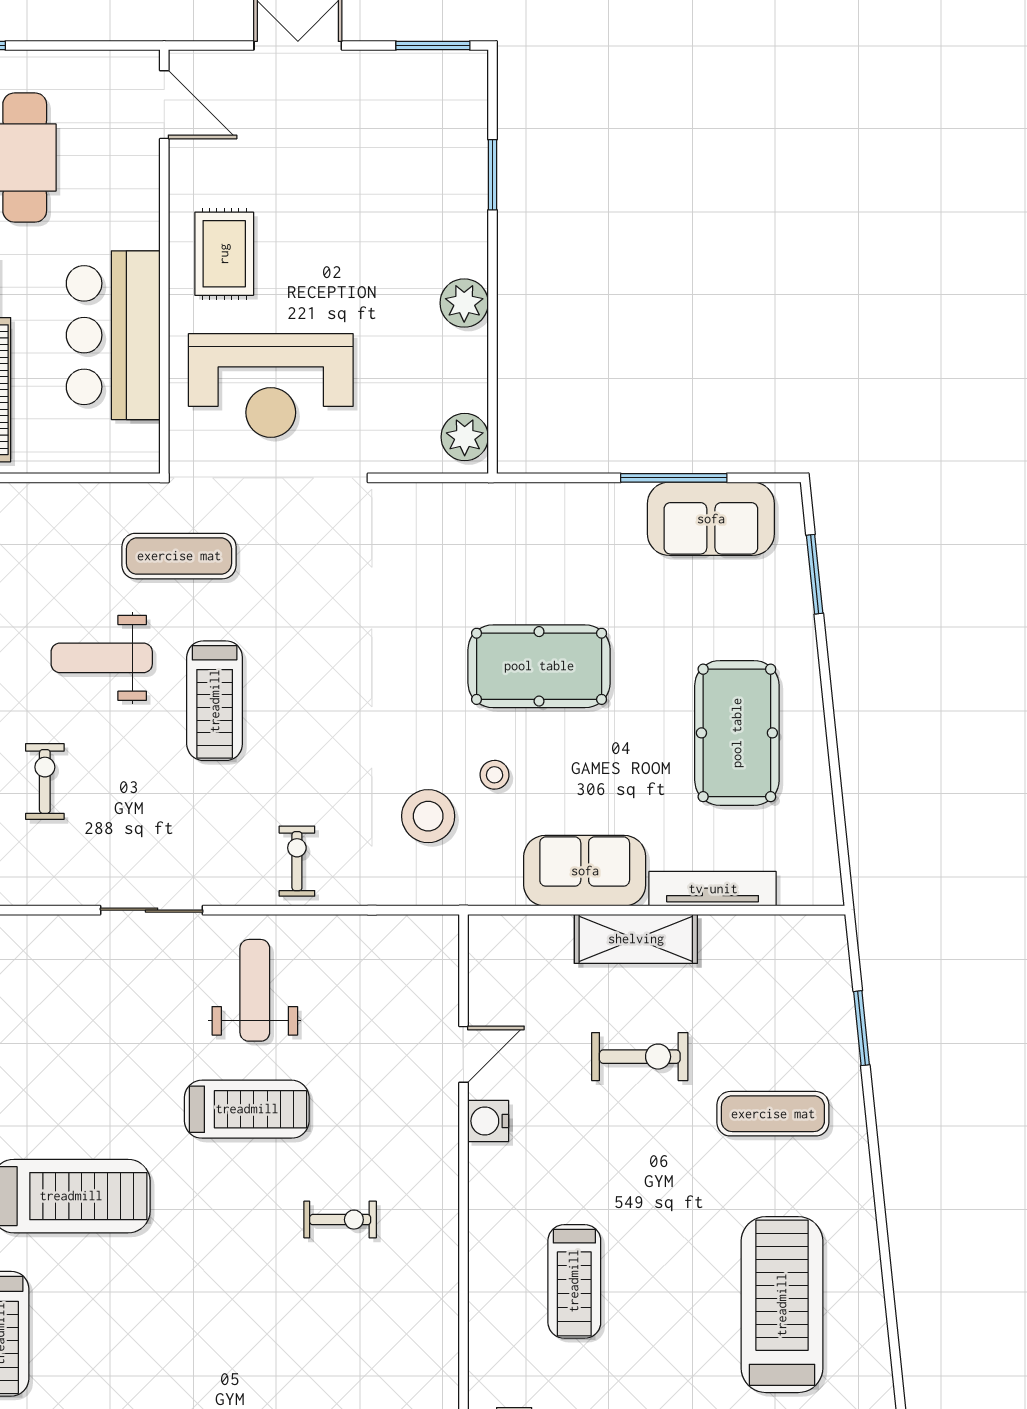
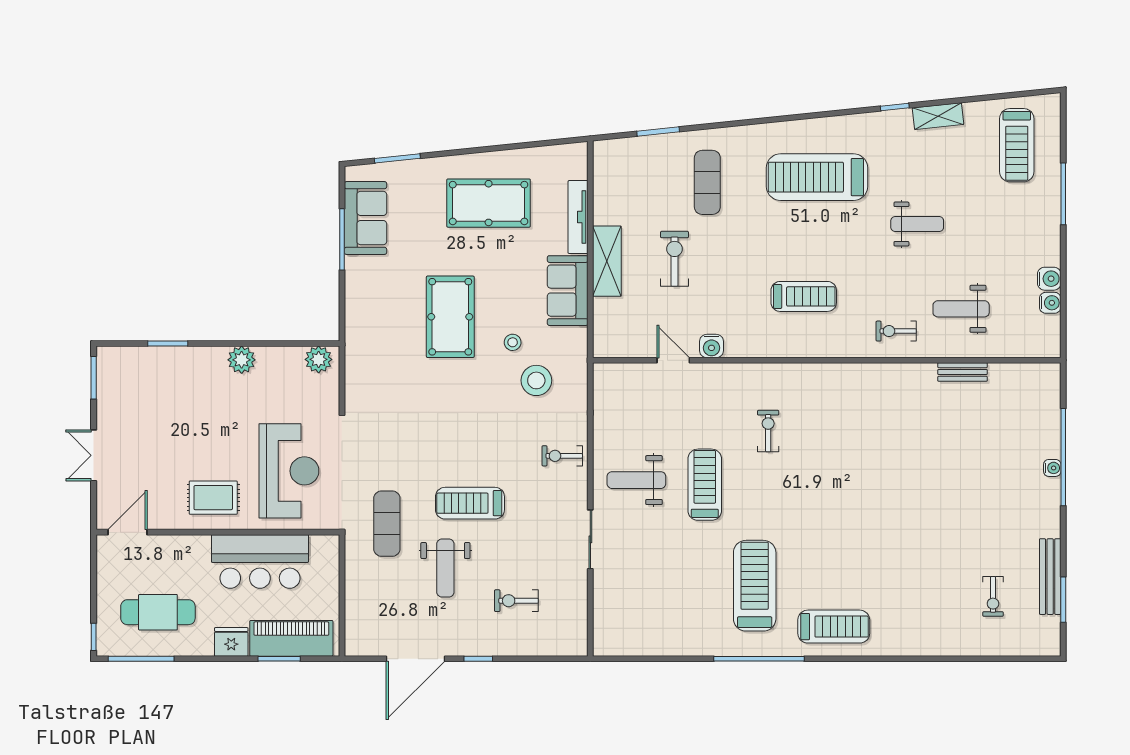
treadmill: (215, 701) -> (470, 503), turned 180

